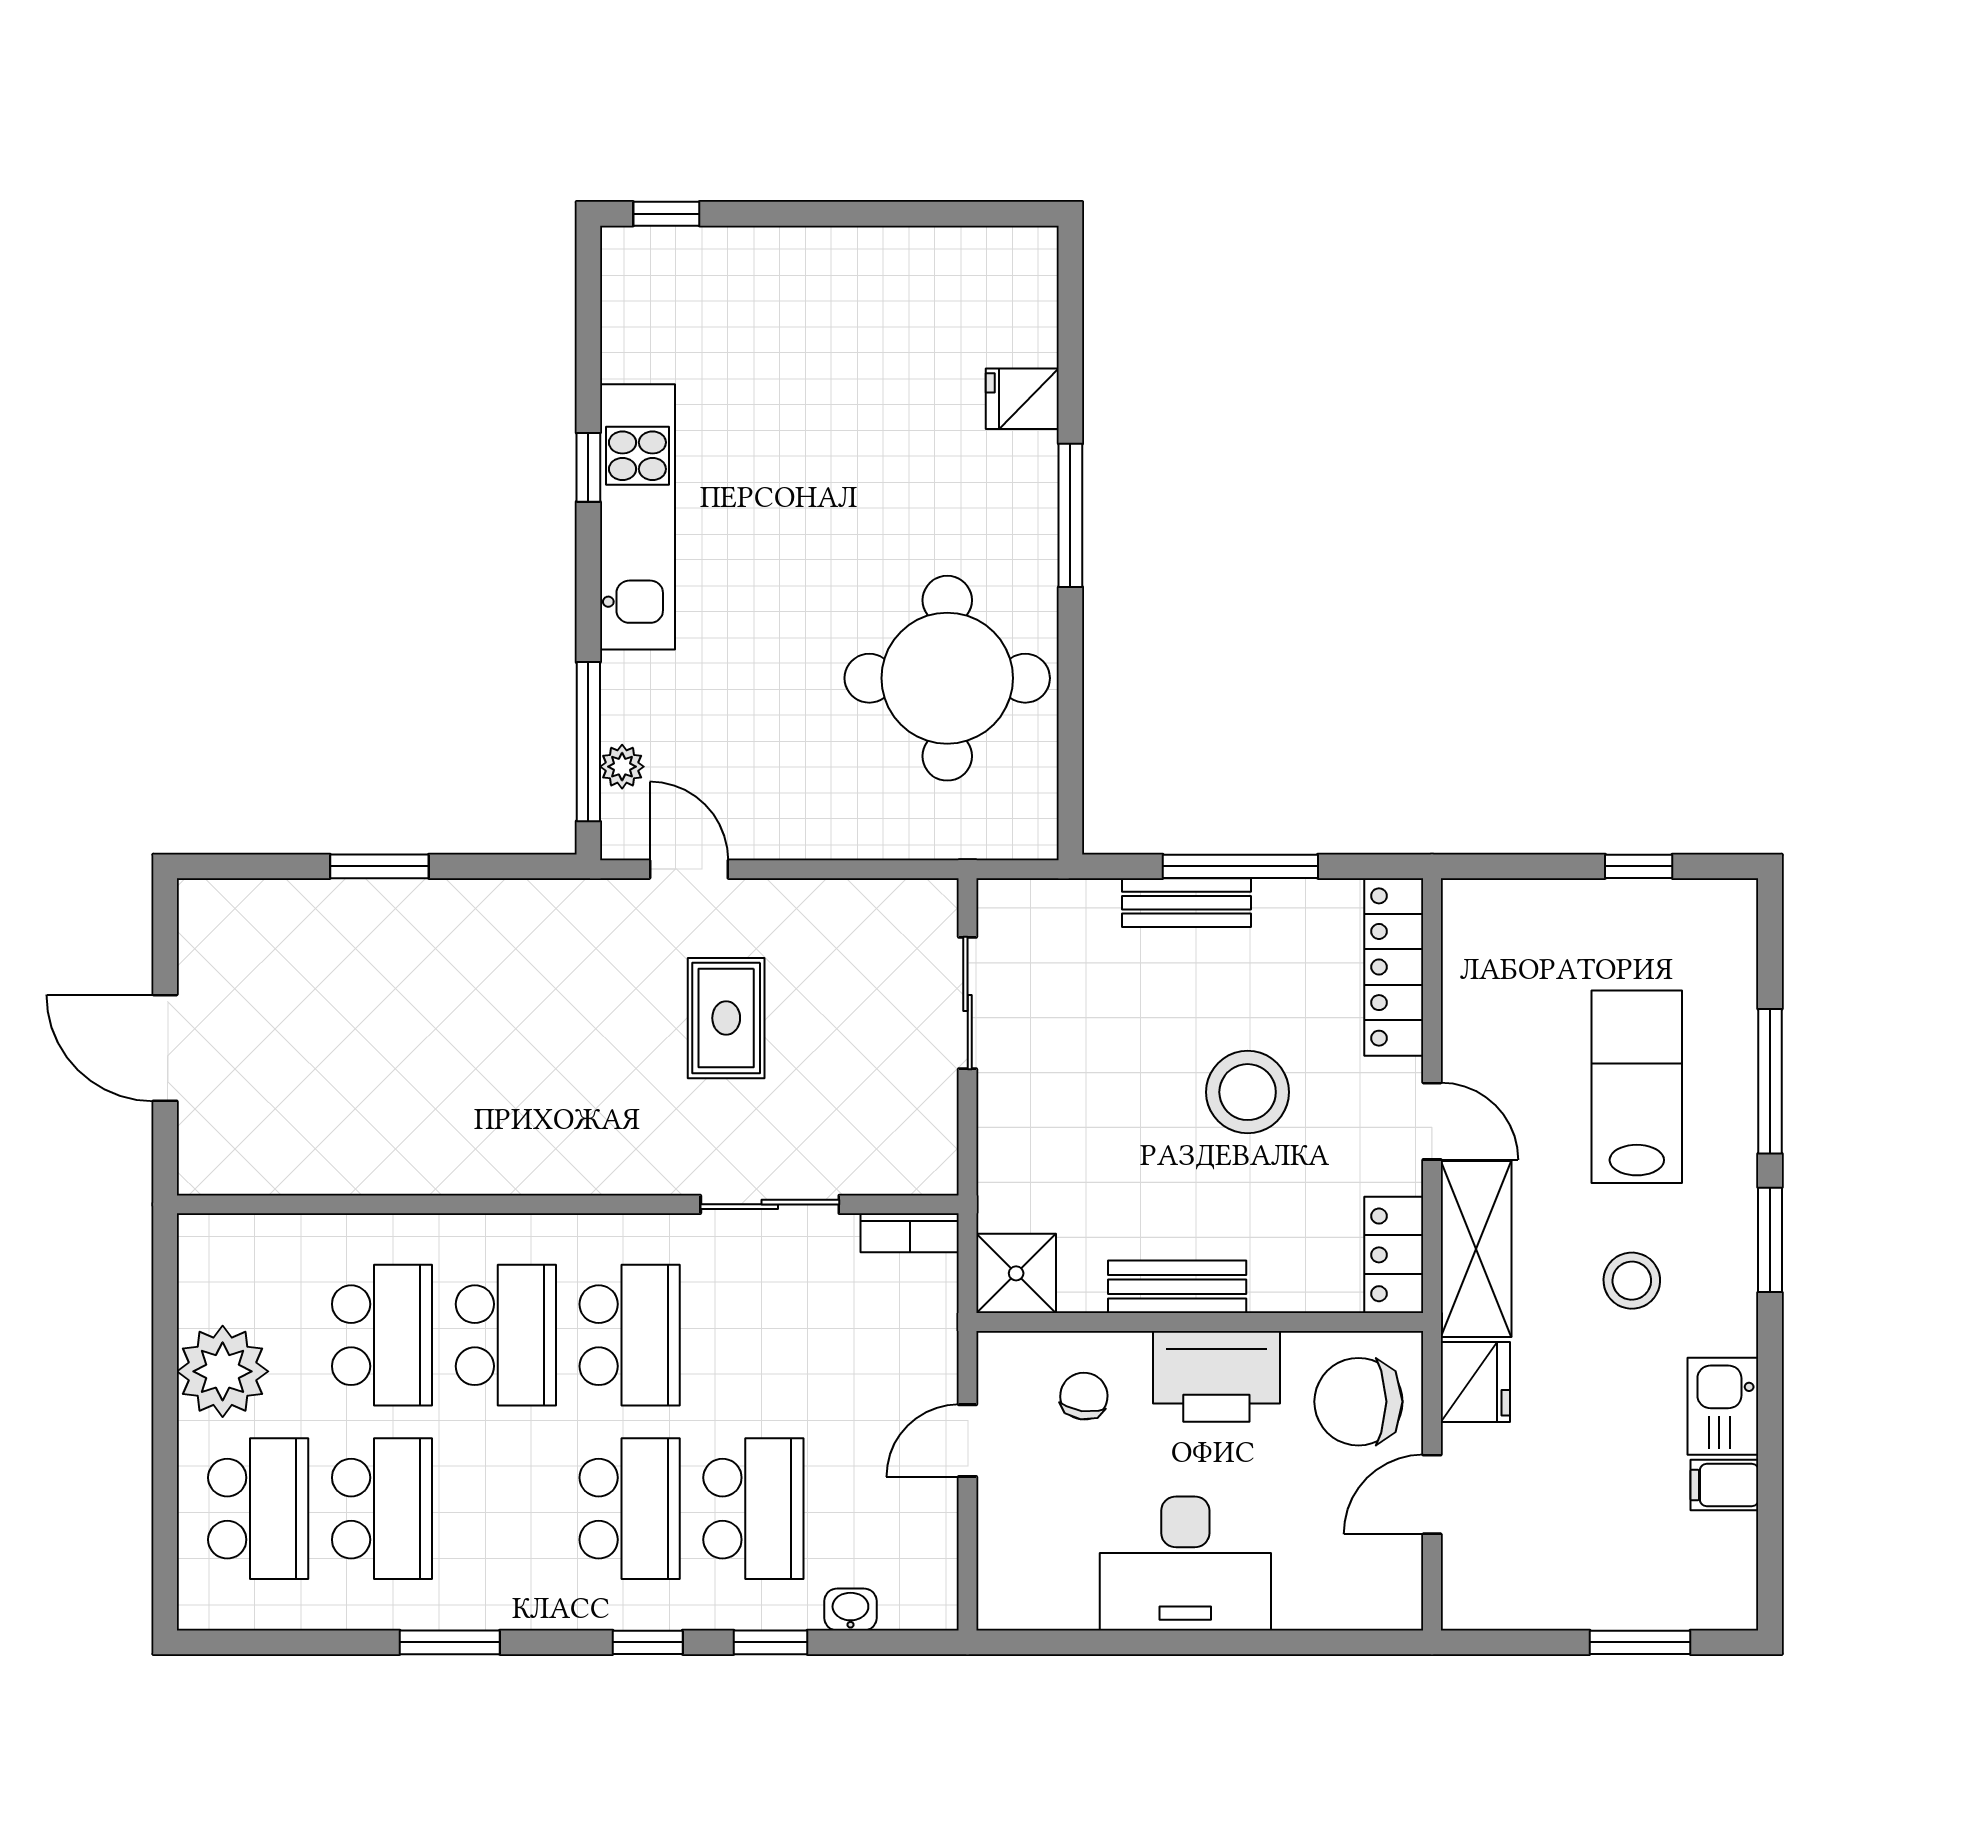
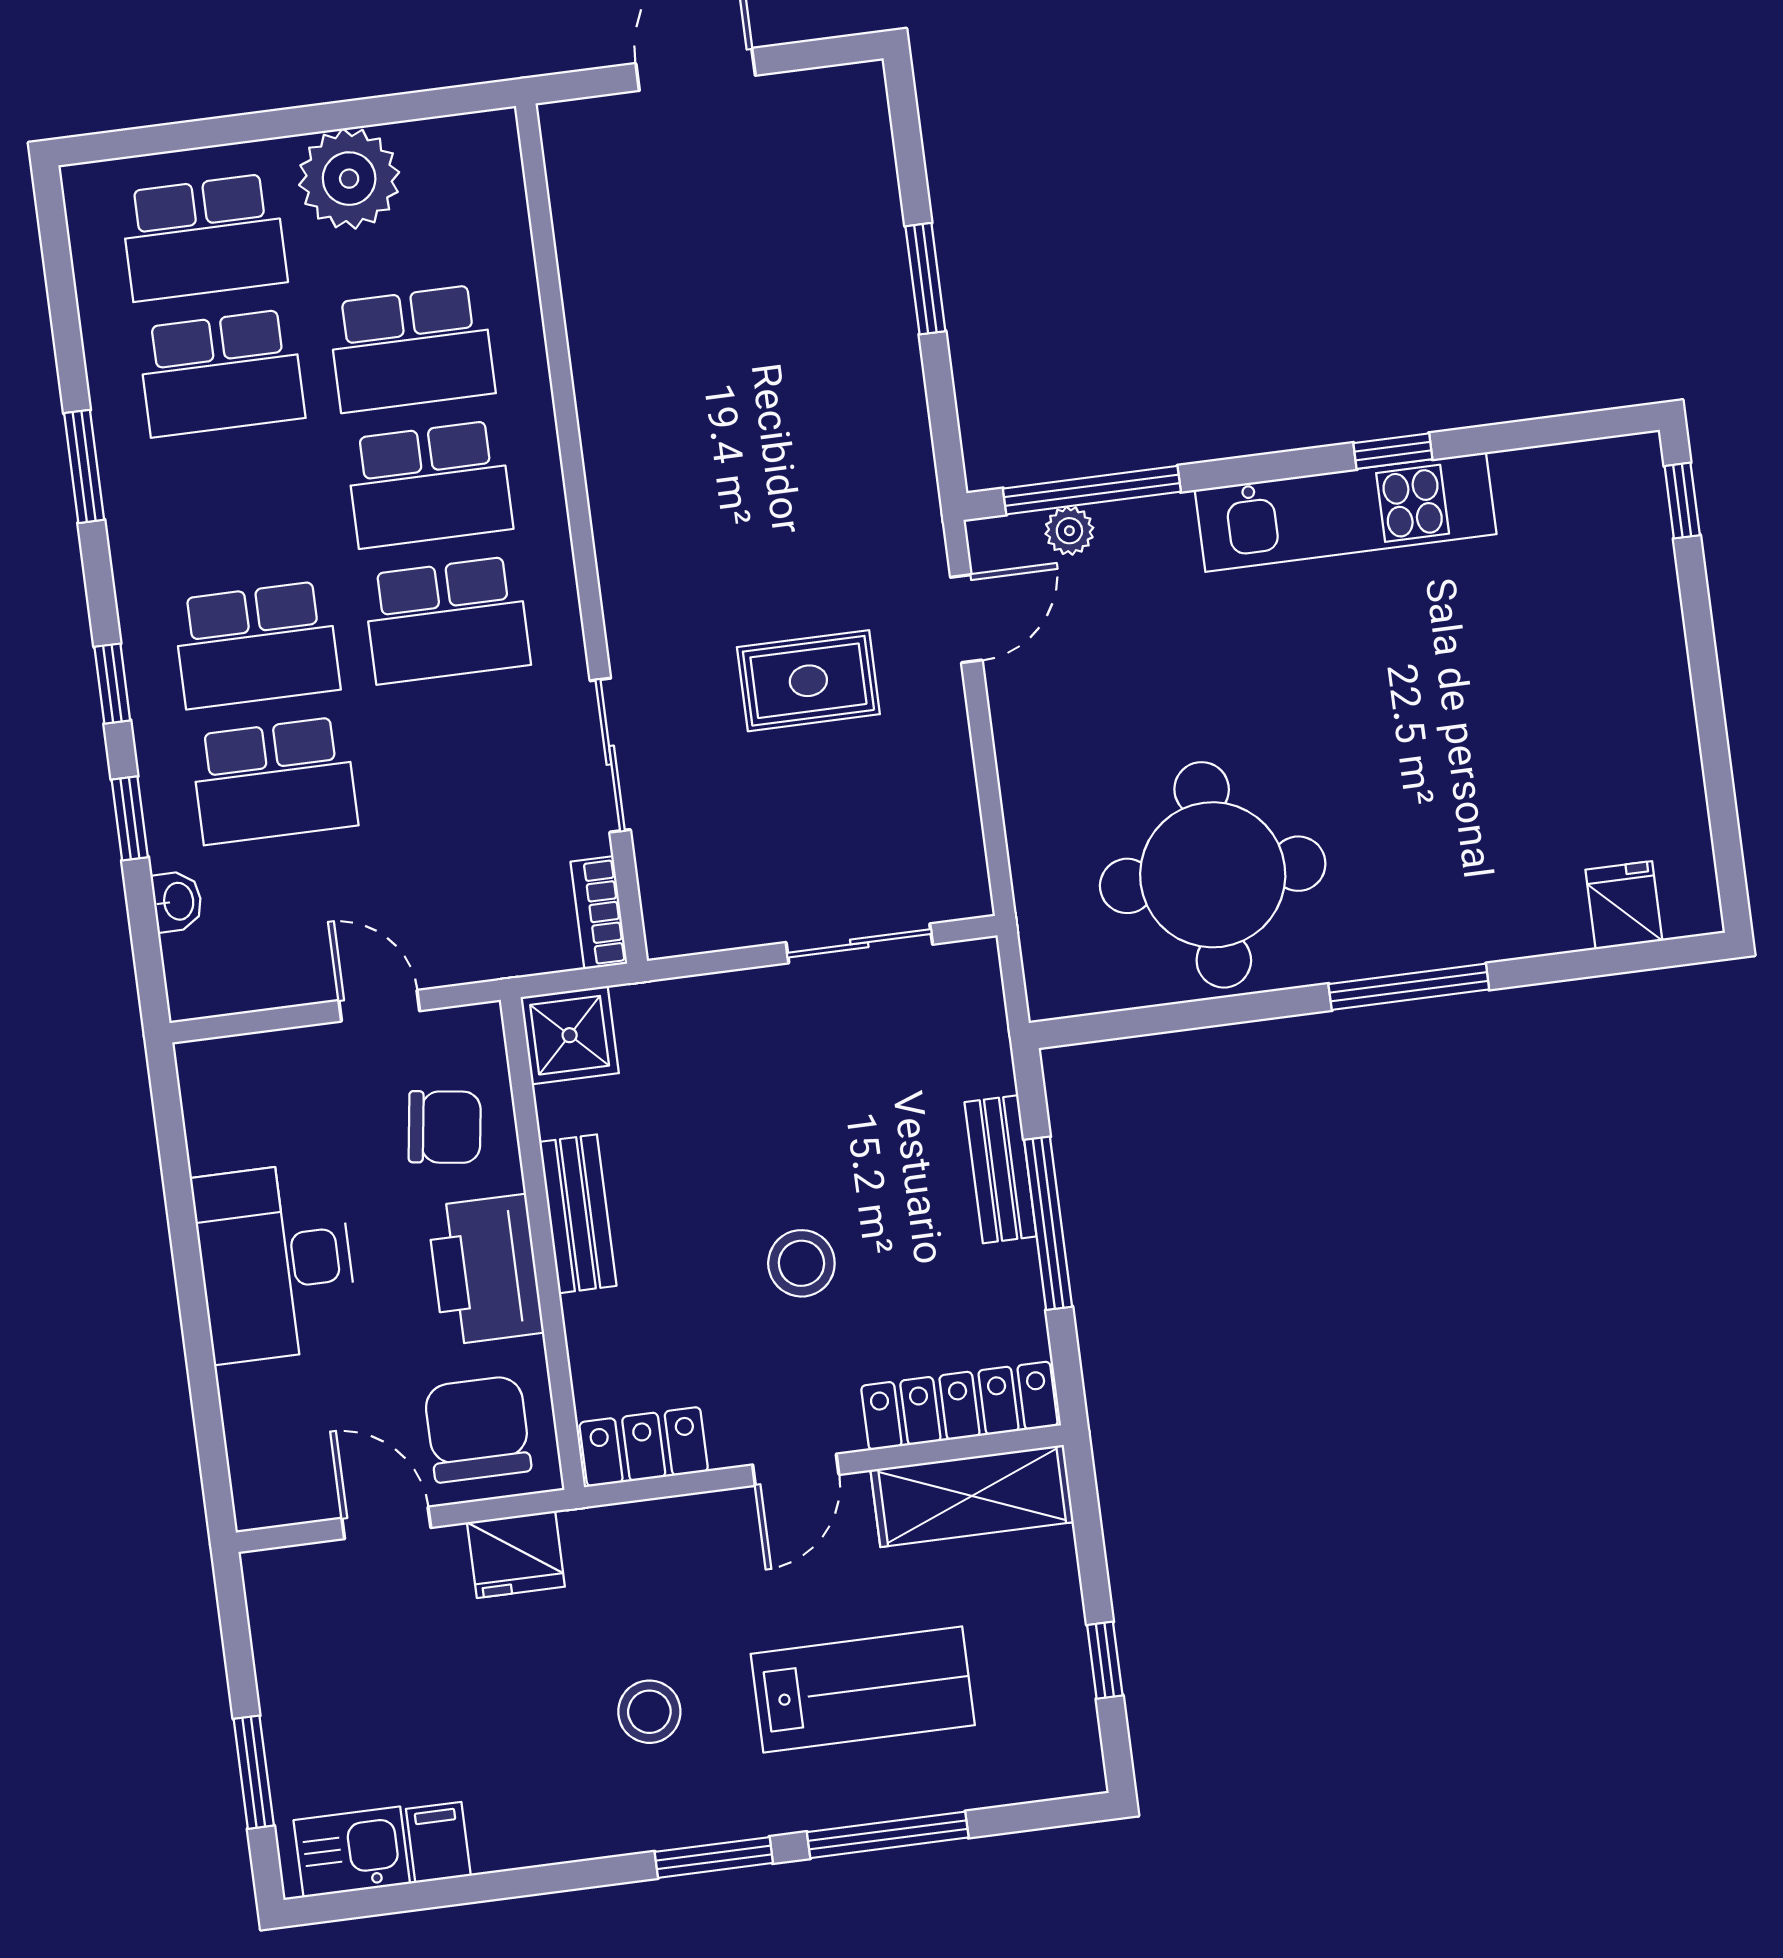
fridge: (1022, 399) -> (1624, 905), moved
stool: (1248, 1092) -> (801, 1263), width x0.73, depth x0.73
shelving: (1476, 1249) -> (972, 1496), moved
chair: (1084, 1396) -> (445, 1127), width x1.37, depth x1.37
kitchen sink: (1723, 1406) -> (352, 1852), moved

